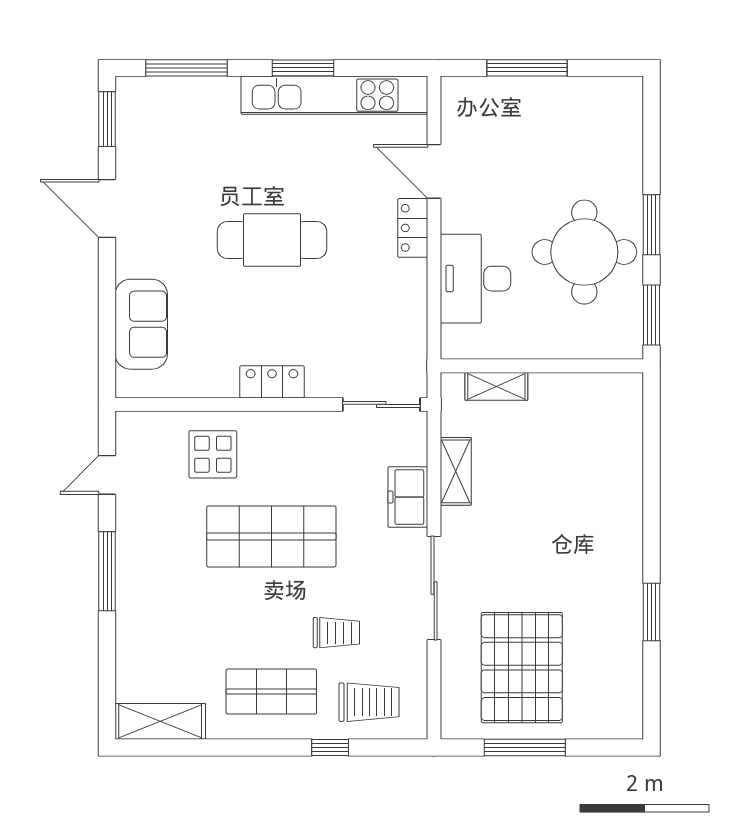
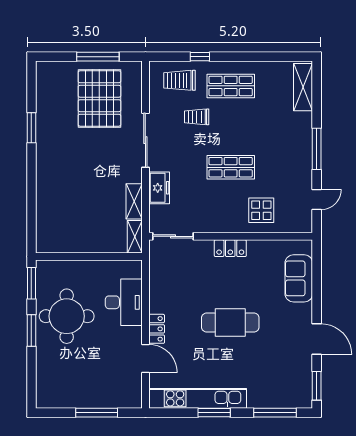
shelving: (496, 386) -> (135, 237), moved, turned 90
shop shelf: (271, 536) -> (231, 167), width x0.70, depth x0.74
shelving: (160, 721) -> (303, 87), moved, turned 90

